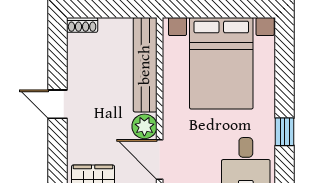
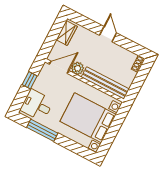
door: (58, 104) -> (108, 34), hinge flipped
window: (285, 132) -> (42, 130), width x2.17

